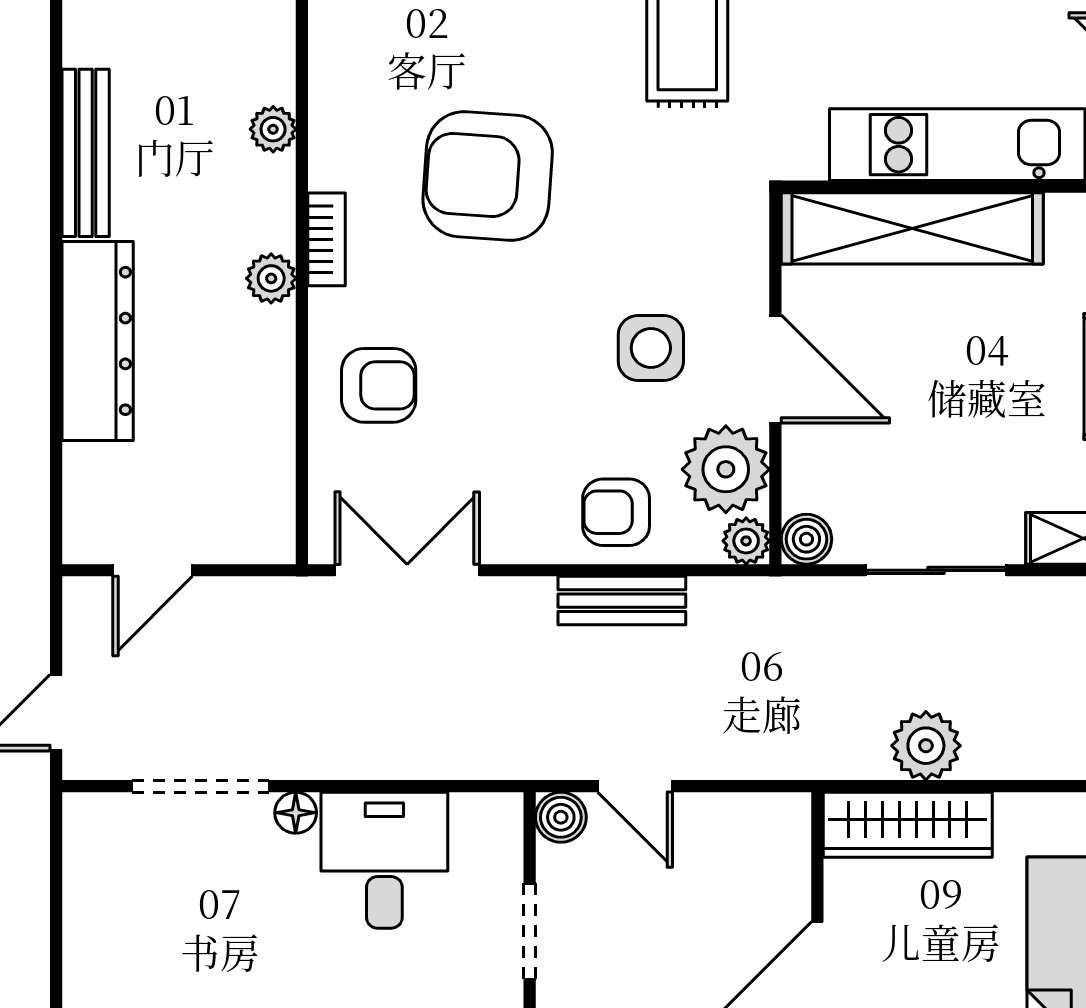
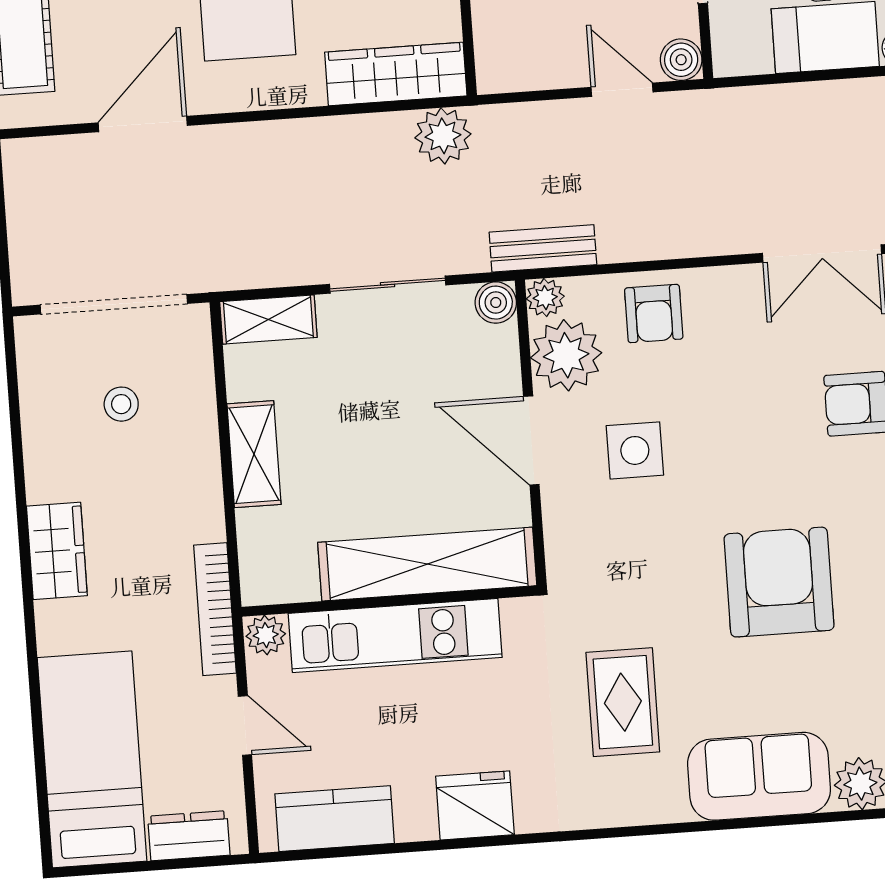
armchair: (488, 176) -> (779, 582), turned -94
armchair: (616, 512) -> (654, 313), turned 90
bench: (622, 601) -> (543, 248), moved
plant: (926, 746) -> (443, 136), moved

